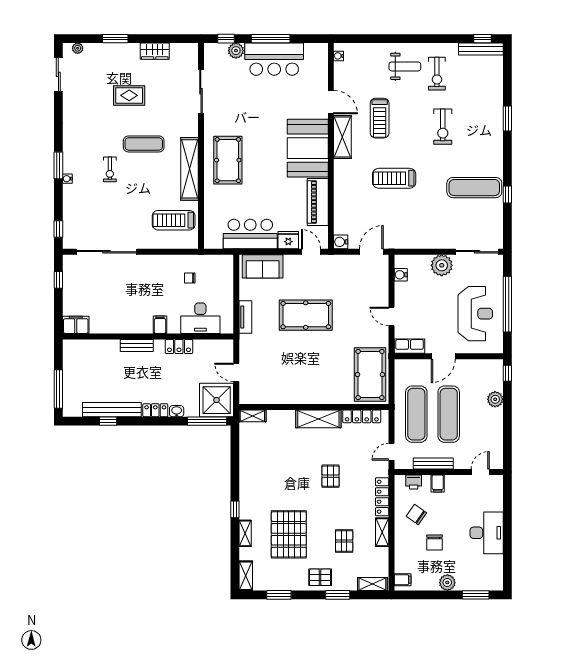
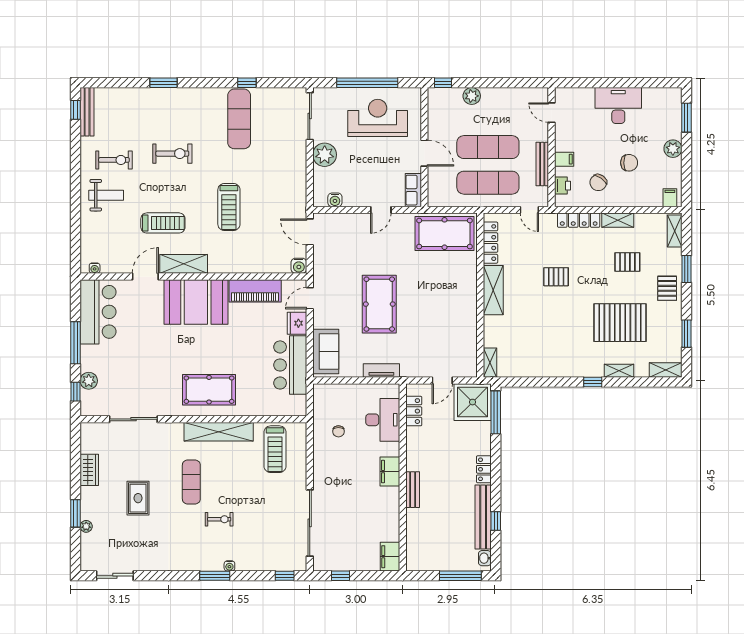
plant: (78, 48) -> (86, 526), moved
bar counter: (274, 59) -> (98, 312), moved
weight bench: (405, 66) -> (106, 195), turned 90
filing cabinet: (160, 325) -> (390, 472), width x2.00
locker: (179, 346) -> (414, 411), moved
washbasin: (177, 411) -> (485, 558), moved

